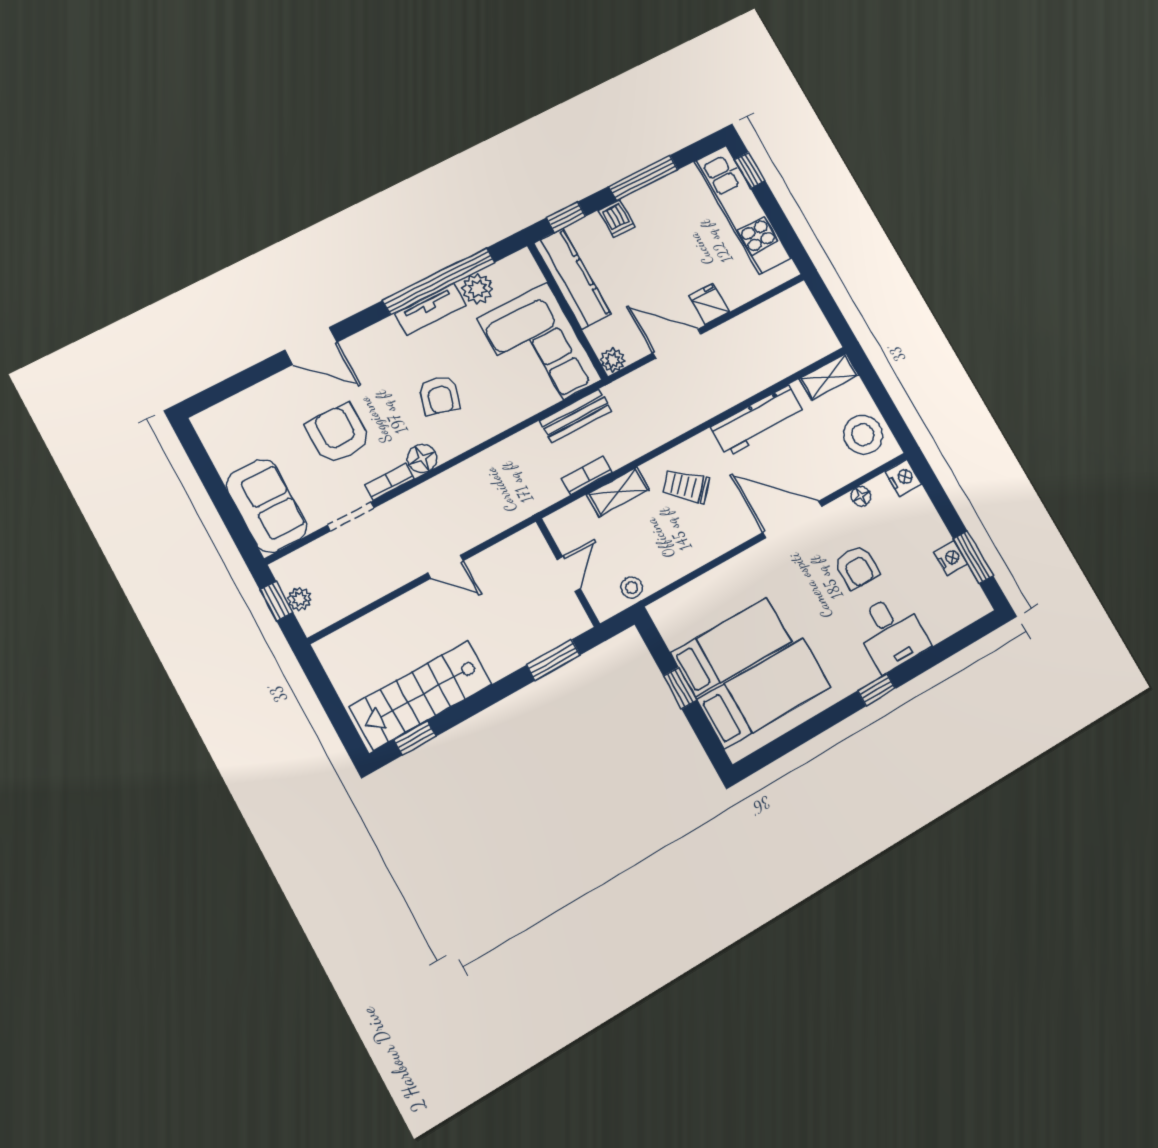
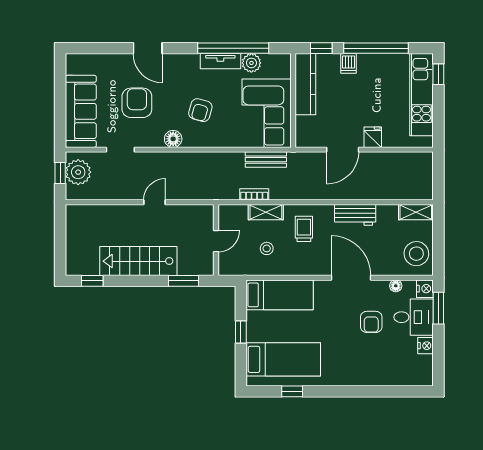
window: (643, 178) -> (376, 48), width x1.46
door: (677, 344) -> (343, 150), swing flipped
plant: (613, 360) -> (303, 140), removed
workbench: (758, 421) -> (355, 215), width x0.73
bookcase: (389, 482) -> (150, 142), removed
trolley: (686, 486) -> (304, 229), turned 48
sofa: (267, 506) -> (81, 111), width x1.36
window: (973, 557) -> (438, 308), moved
door: (445, 567) -> (154, 202), swing flipped
stool: (632, 588) -> (267, 248), moved
plant: (300, 599) -> (78, 172), width x1.87, depth x1.87
desk: (891, 633) -> (414, 317), moved, turned -90
bed: (731, 647) -> (280, 295), moved
window: (877, 690) -> (292, 391), moved
stairs: (421, 695) -> (138, 261), moved

